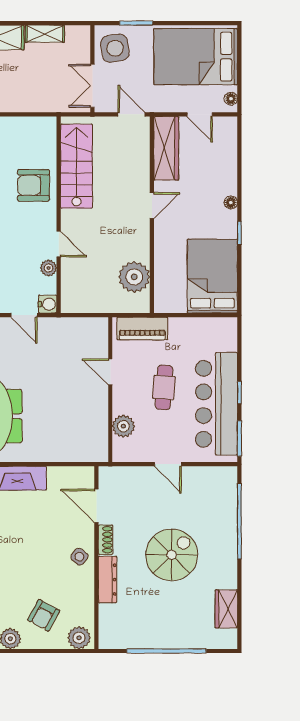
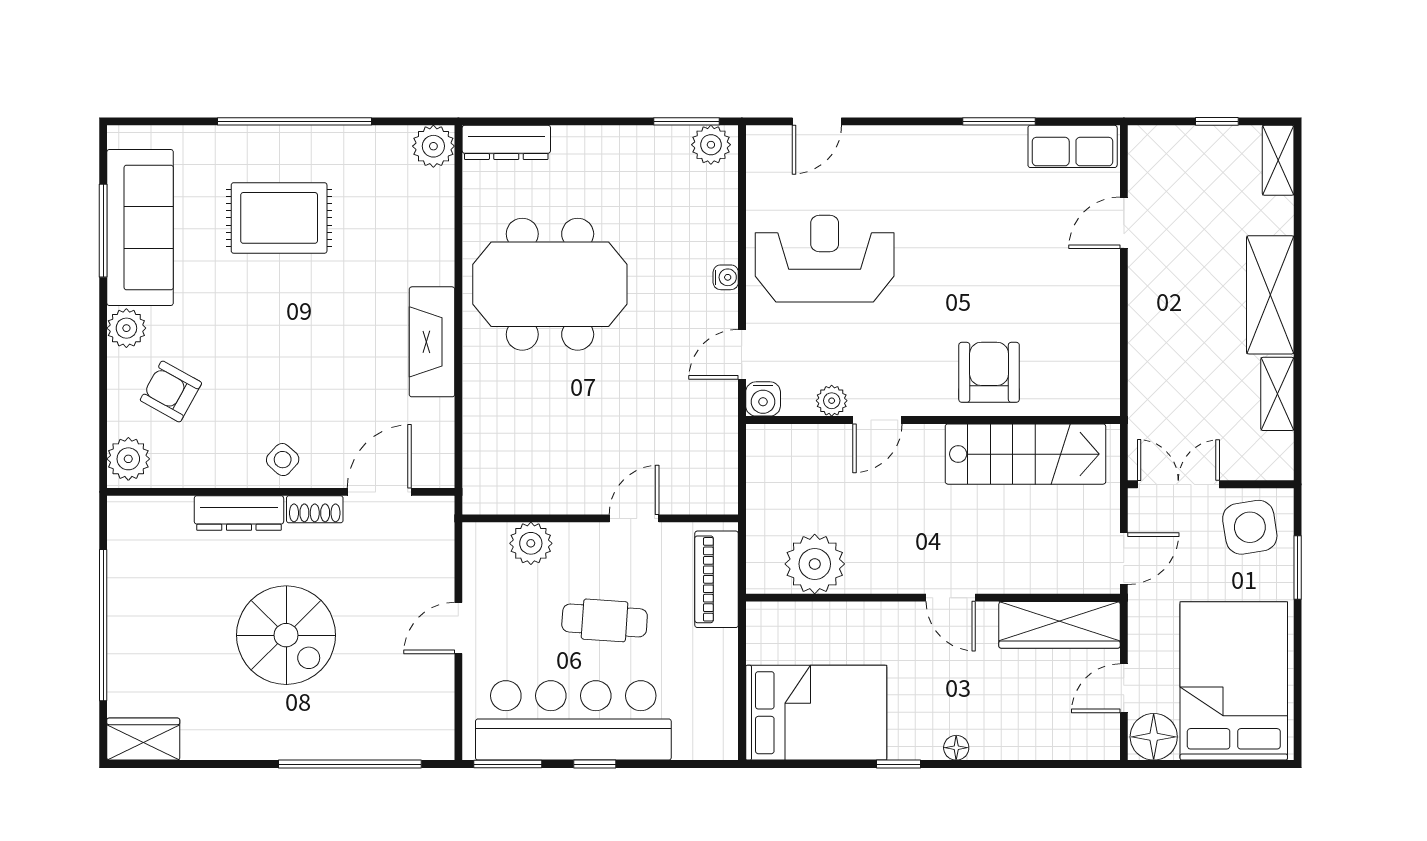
floor lamp: (231, 99) -> (1154, 737), width x1.89, depth x1.89
wardrobe: (226, 609) -> (143, 739), moved

